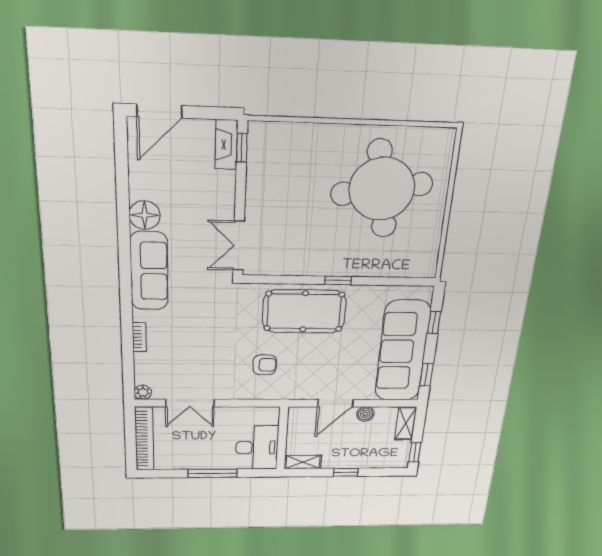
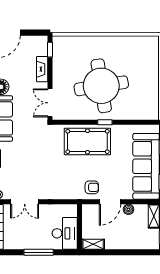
fireplace: (226, 145) -> (42, 69), moved
round table: (382, 189) -> (101, 86), moved
armchair: (265, 365) -> (92, 187), moved
window: (346, 472) -> (120, 252), removed

